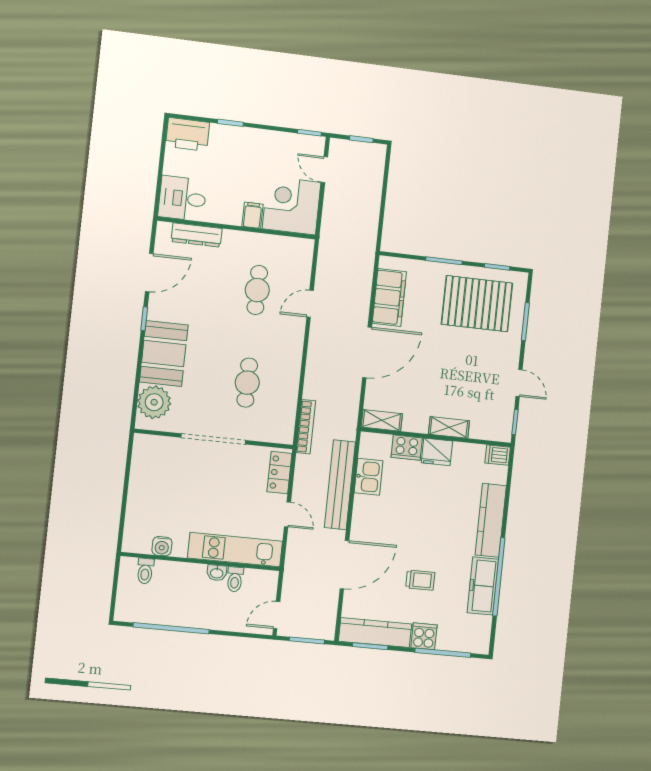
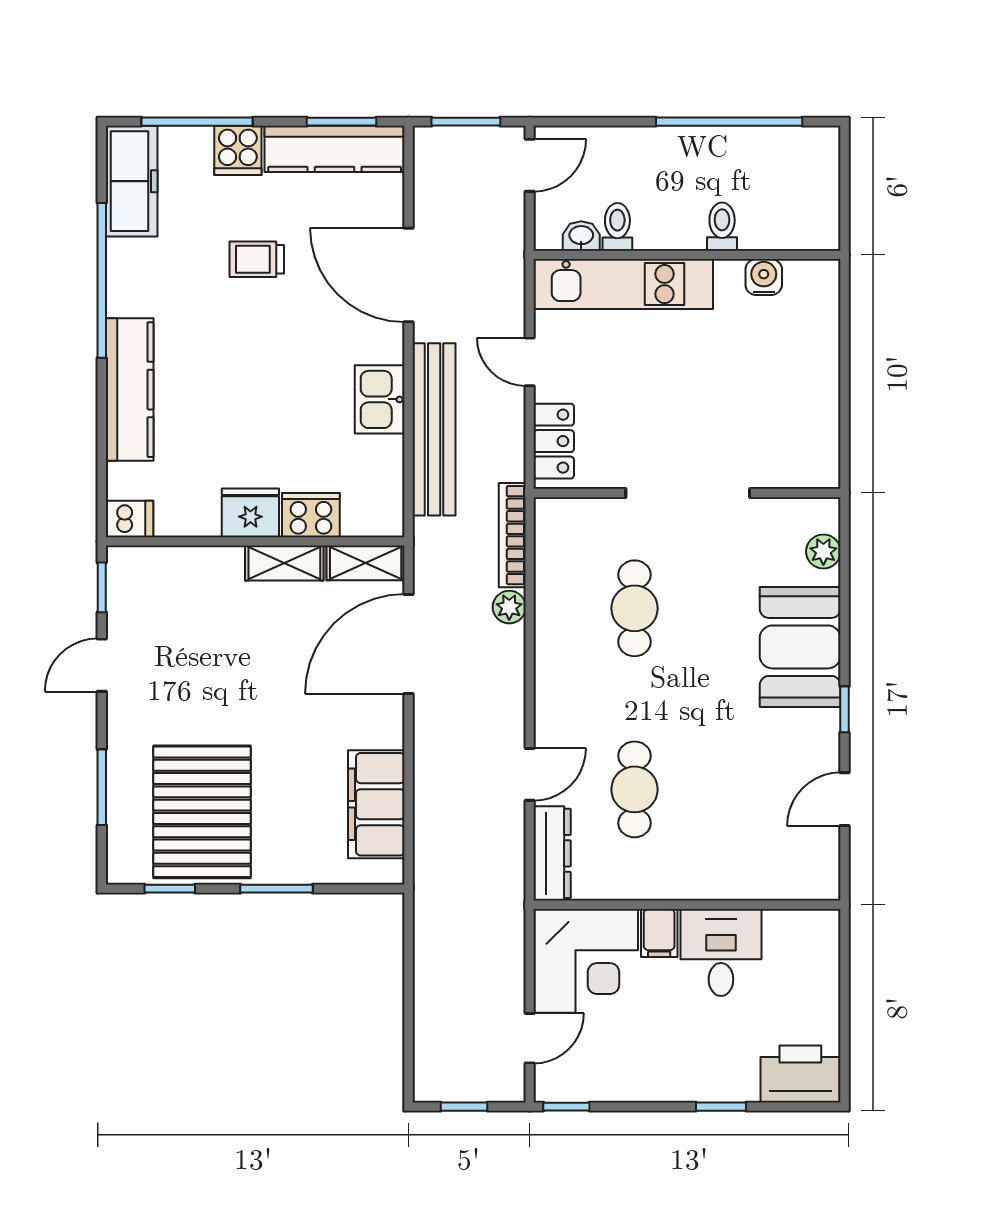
door: (324, 170) -> (530, 1038), hinge flipped
desk: (182, 198) -> (721, 952), moved, turned -90
dresser: (197, 235) -> (552, 853), moved, turned 90
door: (149, 273) -> (845, 799), width x0.73
pallet: (477, 304) -> (202, 812), turned 90
door: (367, 352) -> (409, 644), moved
door: (519, 383) -> (102, 665), hinge flipped
plant: (311, 390) -> (509, 607), added
plant: (154, 402) -> (823, 551), width x0.53, depth x0.53
shelving: (449, 427) -> (284, 563), moved
kitchen sink: (369, 477) -> (380, 399), moved
door: (344, 565) -> (409, 275), hinge flipped
toilet: (145, 571) -> (722, 227), moved
washbasin: (217, 573) -> (581, 236), moved
freezer: (483, 586) -> (132, 181), moved

